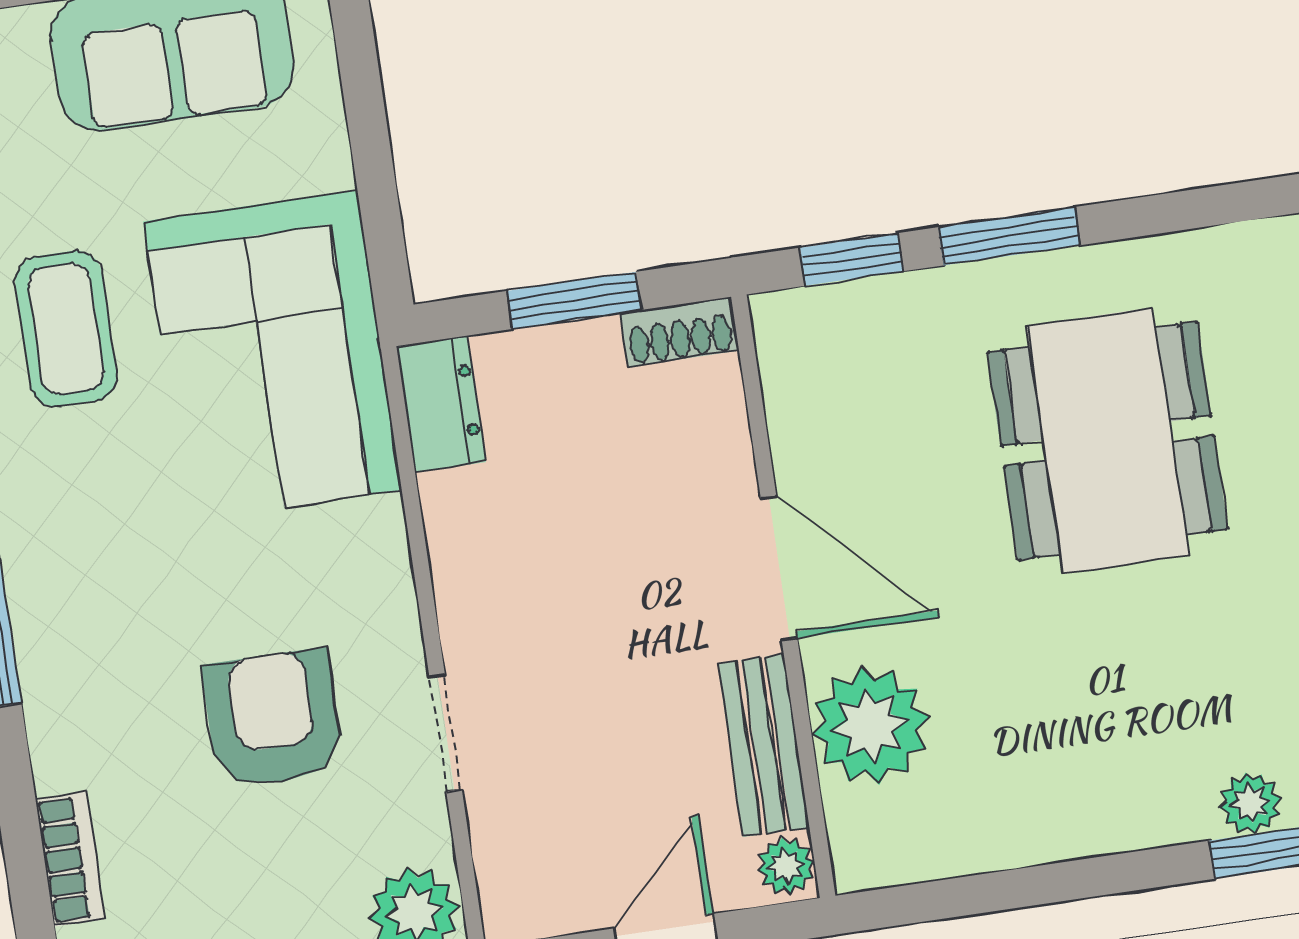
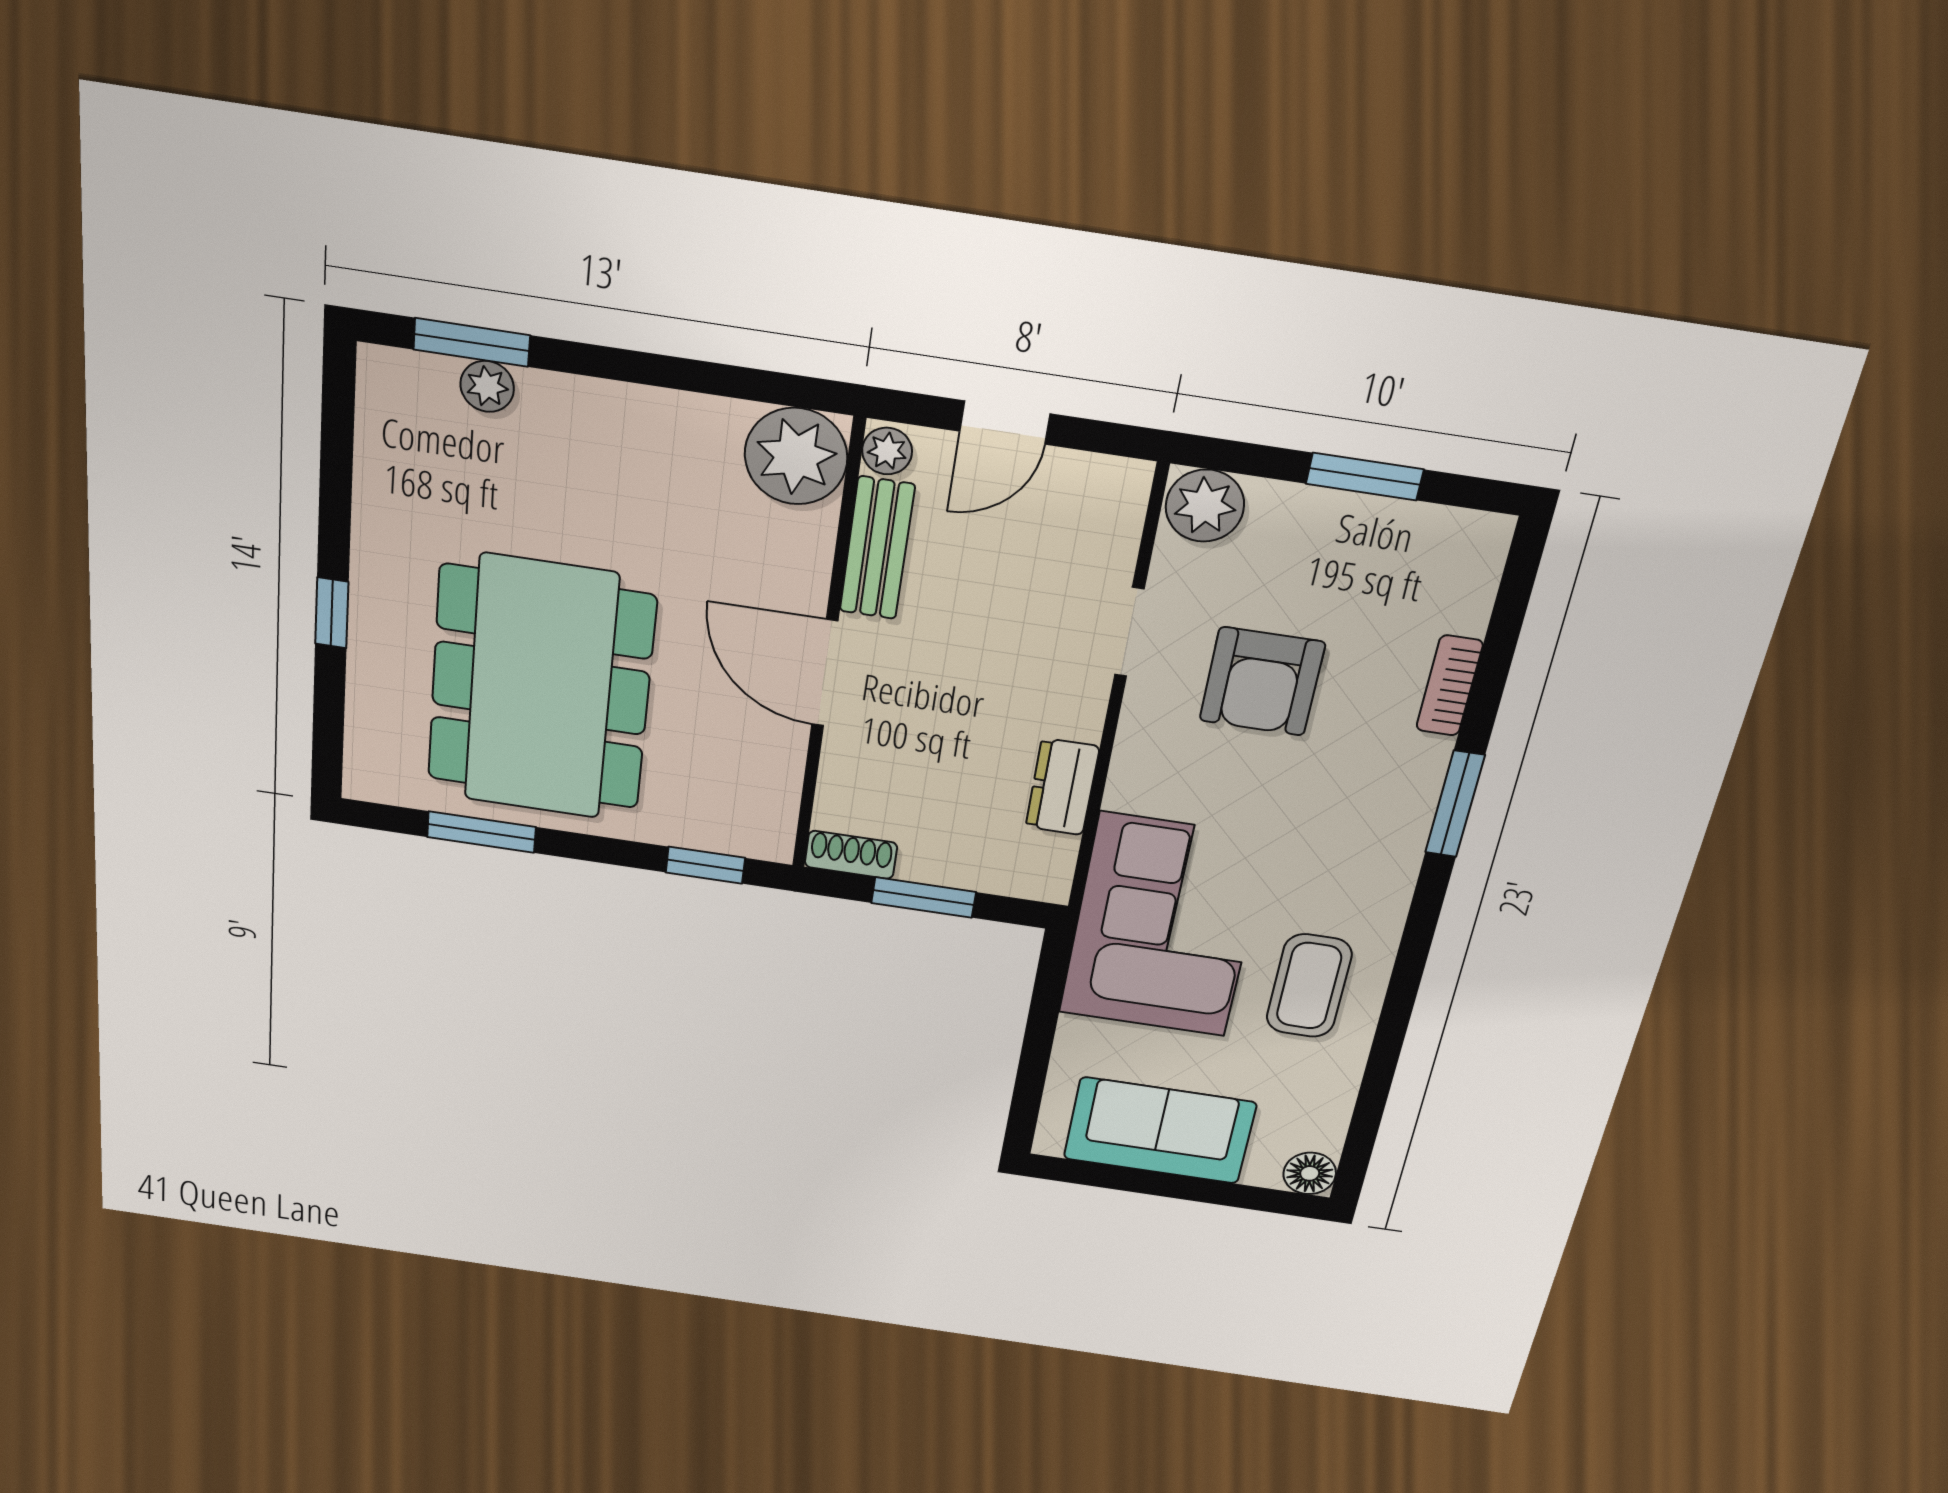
window: (1009, 236) -> (481, 832), moved
dresser: (441, 404) -> (1062, 787), moved
dining table: (1108, 441) -> (541, 688), width x1.36, depth x1.24
plant: (870, 726) -> (796, 456), moved
bookcase: (70, 859) -> (1450, 686), moved

